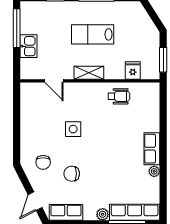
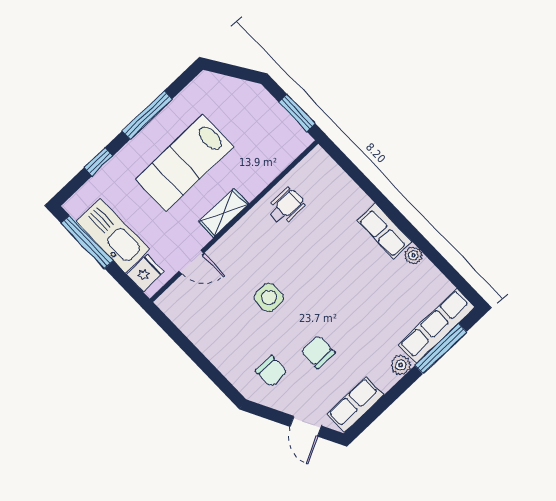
lab bench: (93, 34) -> (184, 163), width x1.36, depth x1.39
kitchen sink: (29, 46) -> (113, 236), width x1.88, depth x1.24
fridge: (133, 71) -> (145, 273), moved, turned 90
chair: (72, 174) -> (318, 352), turned 90

